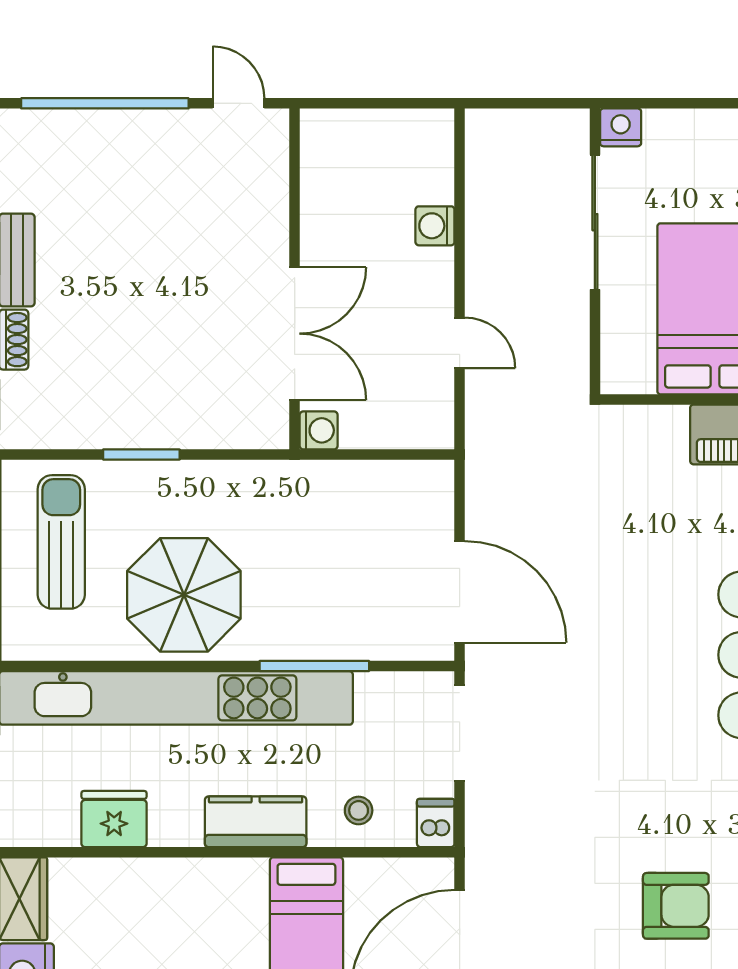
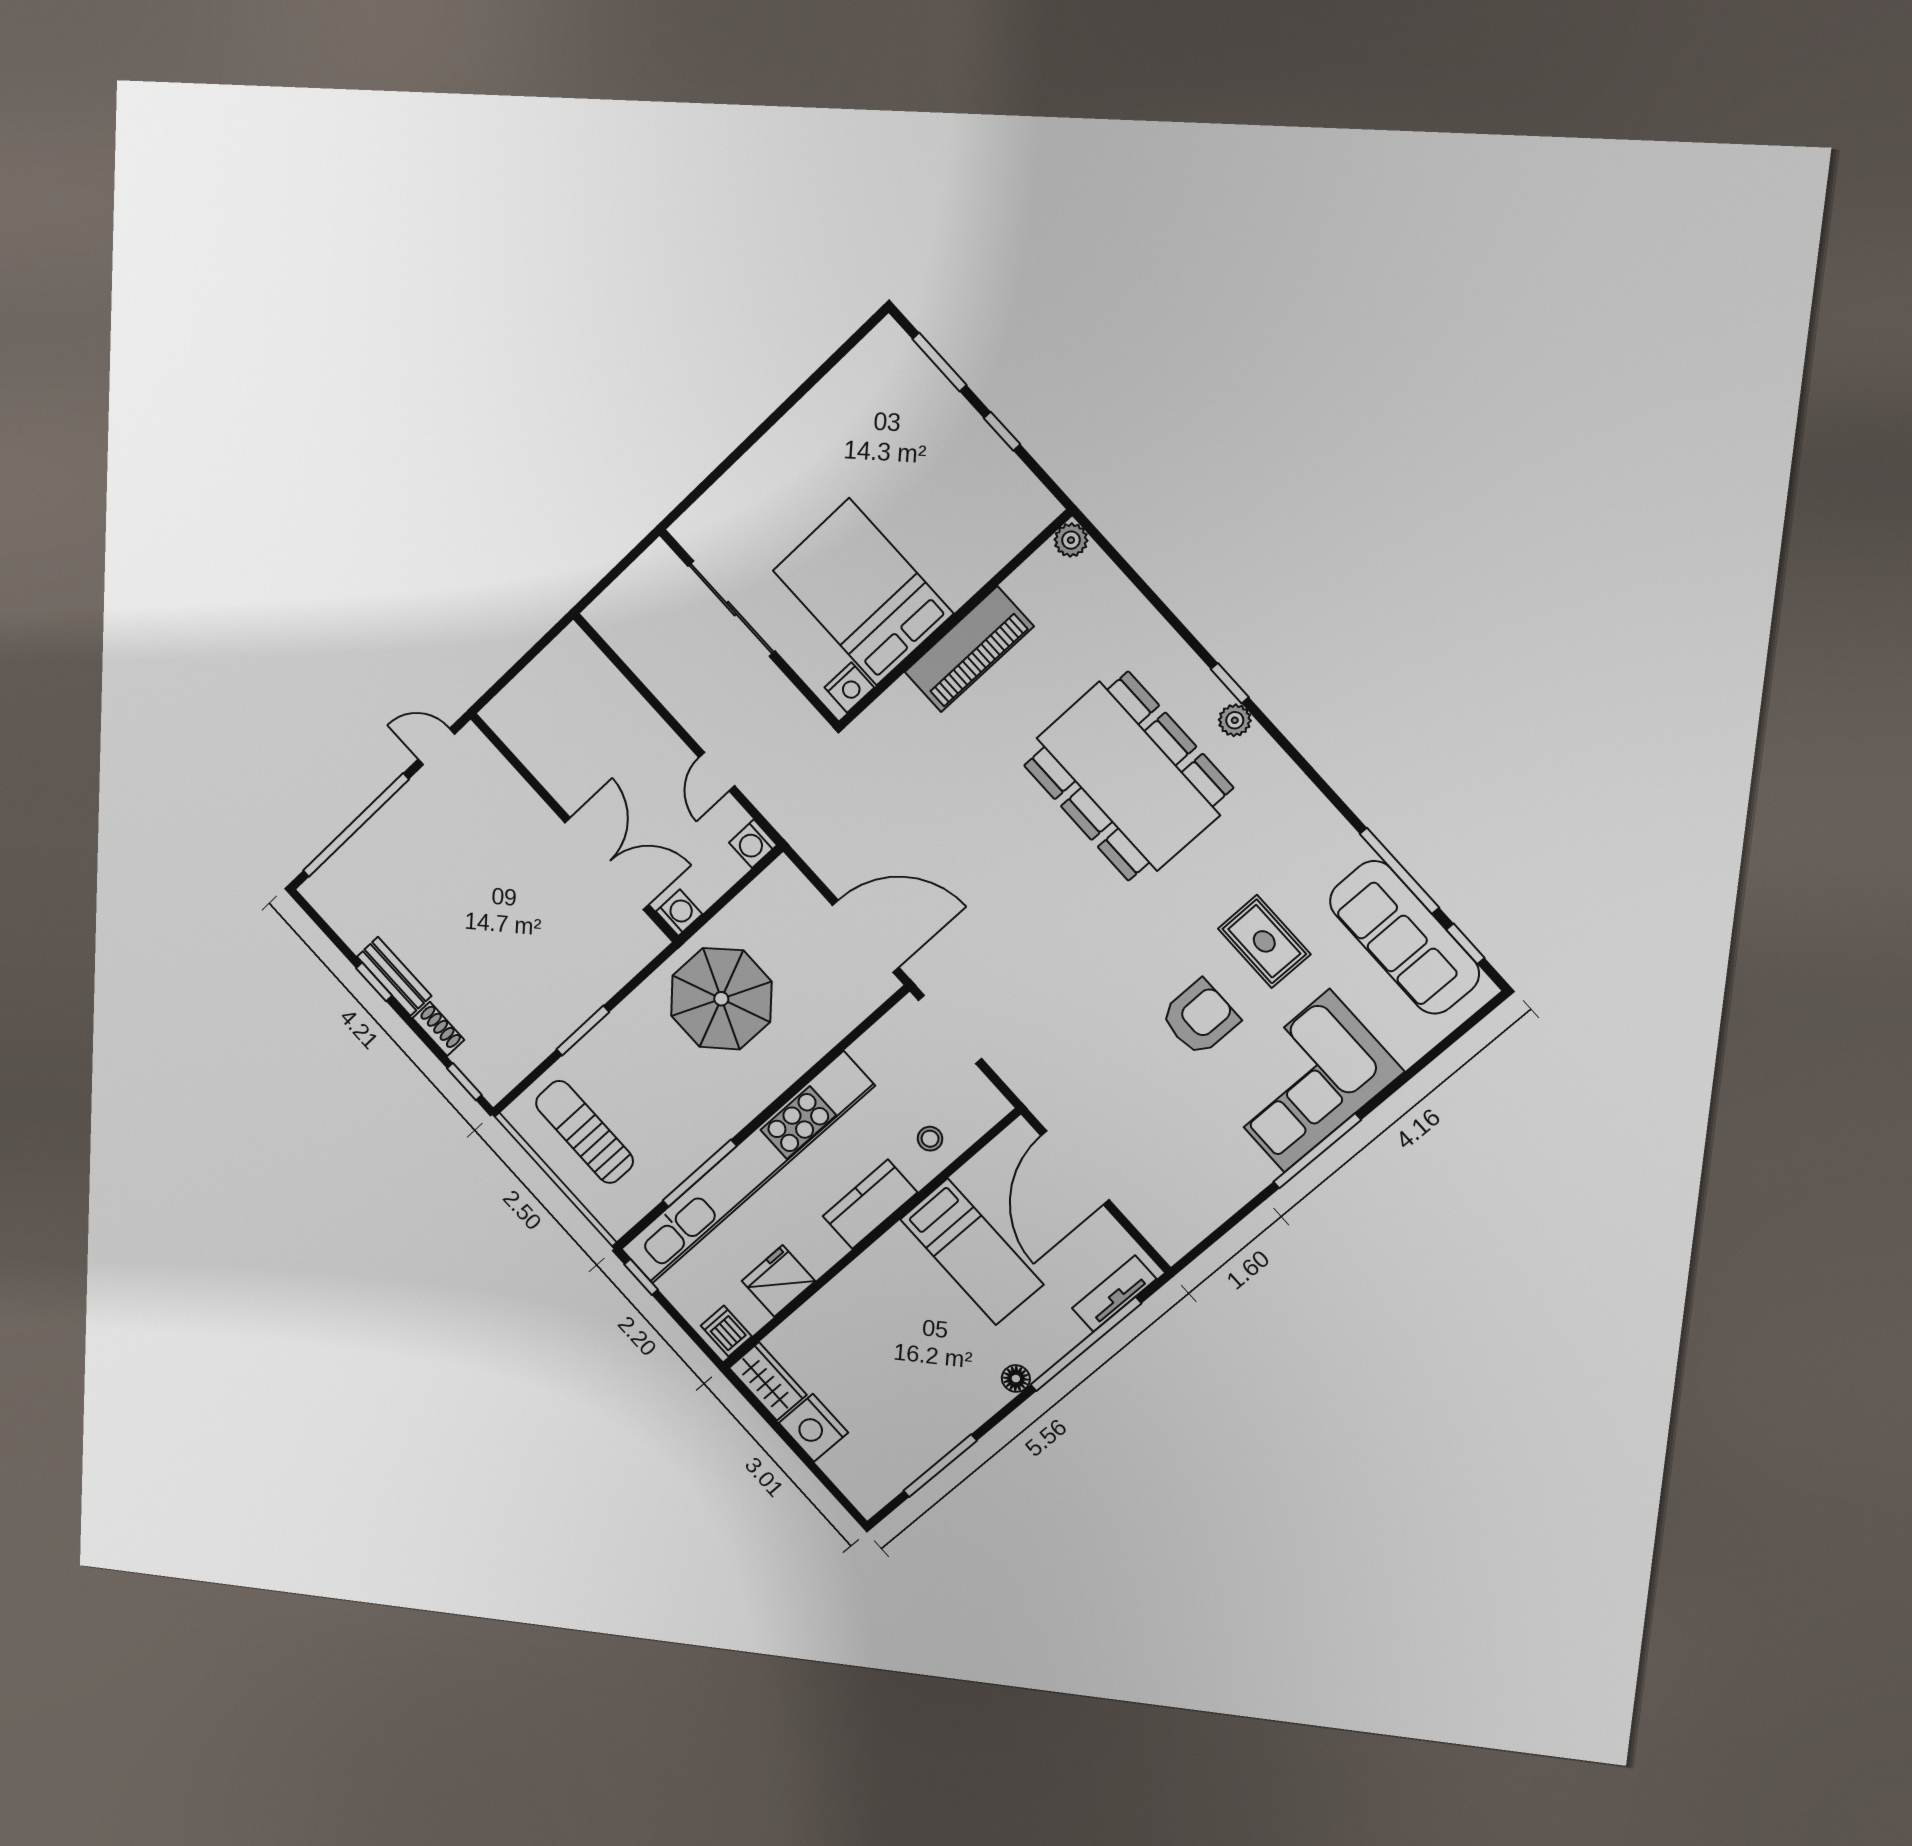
nightstand: (621, 127) -> (849, 688), moved, turned 180
washing machine: (435, 226) -> (753, 844), moved
door: (460, 343) -> (717, 772), swing flipped
parasol: (184, 595) -> (721, 999), moved
window: (314, 666) -> (700, 1173), moved
dishwasher: (436, 823) -> (726, 1331), moved

